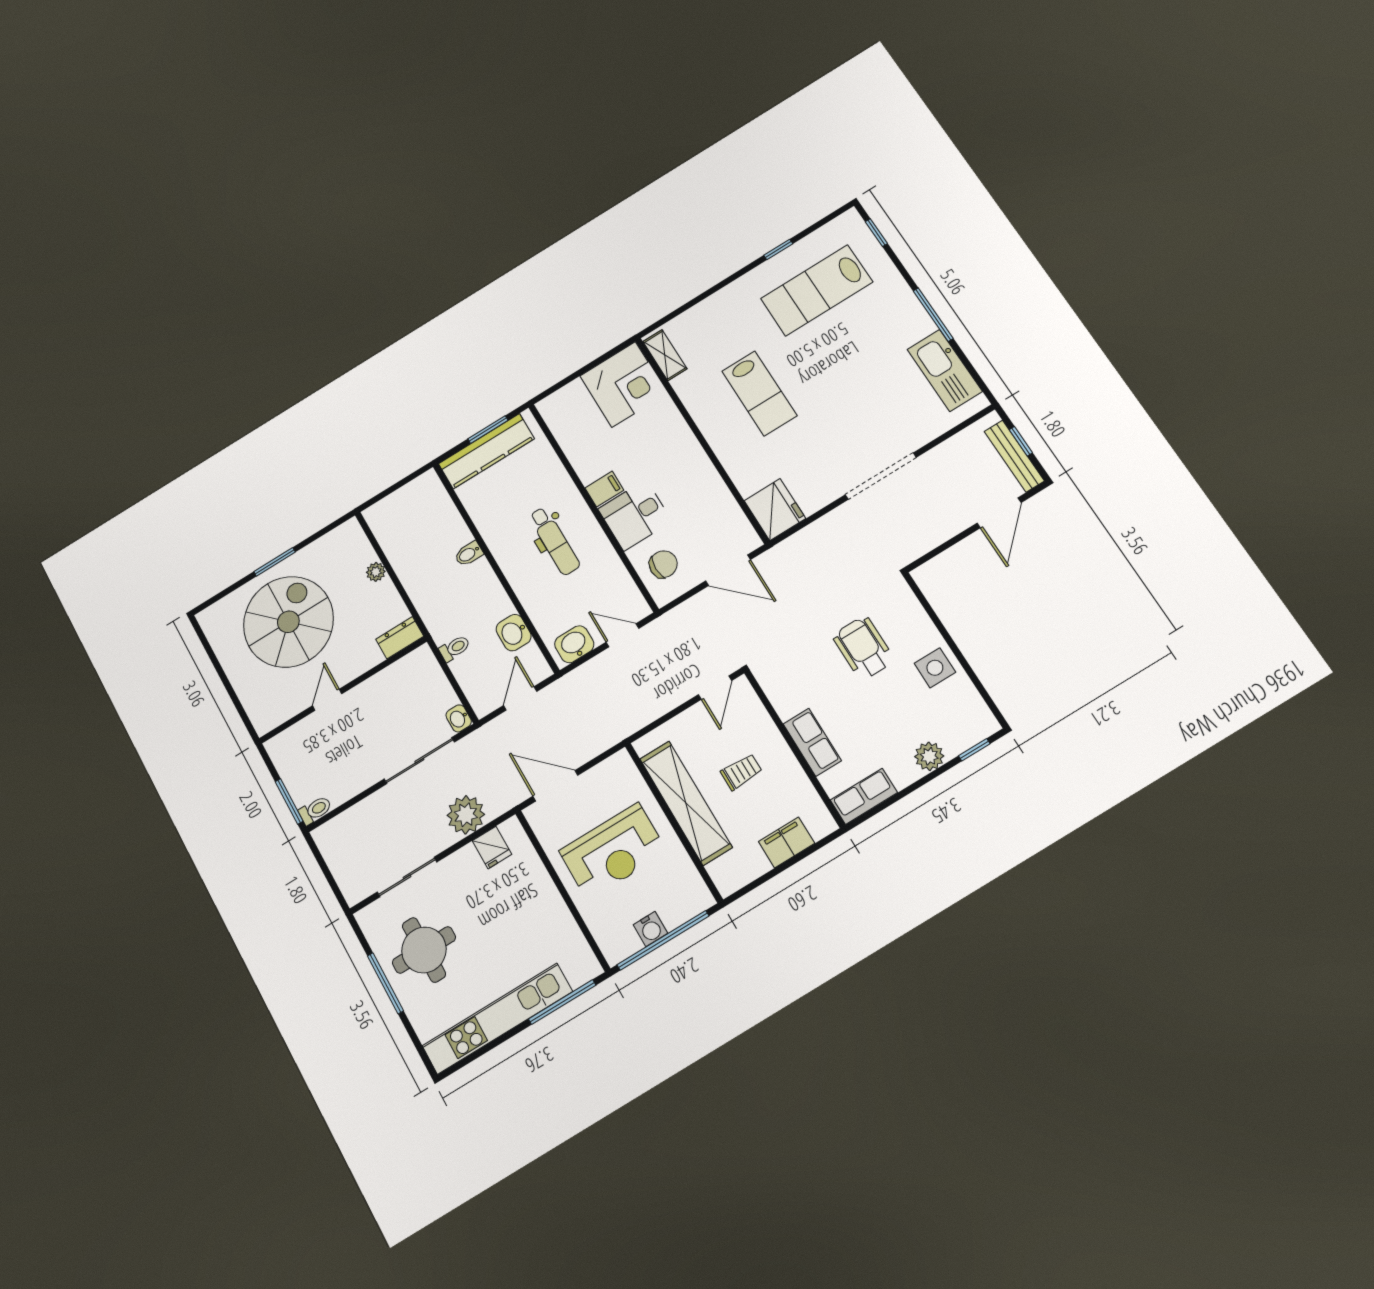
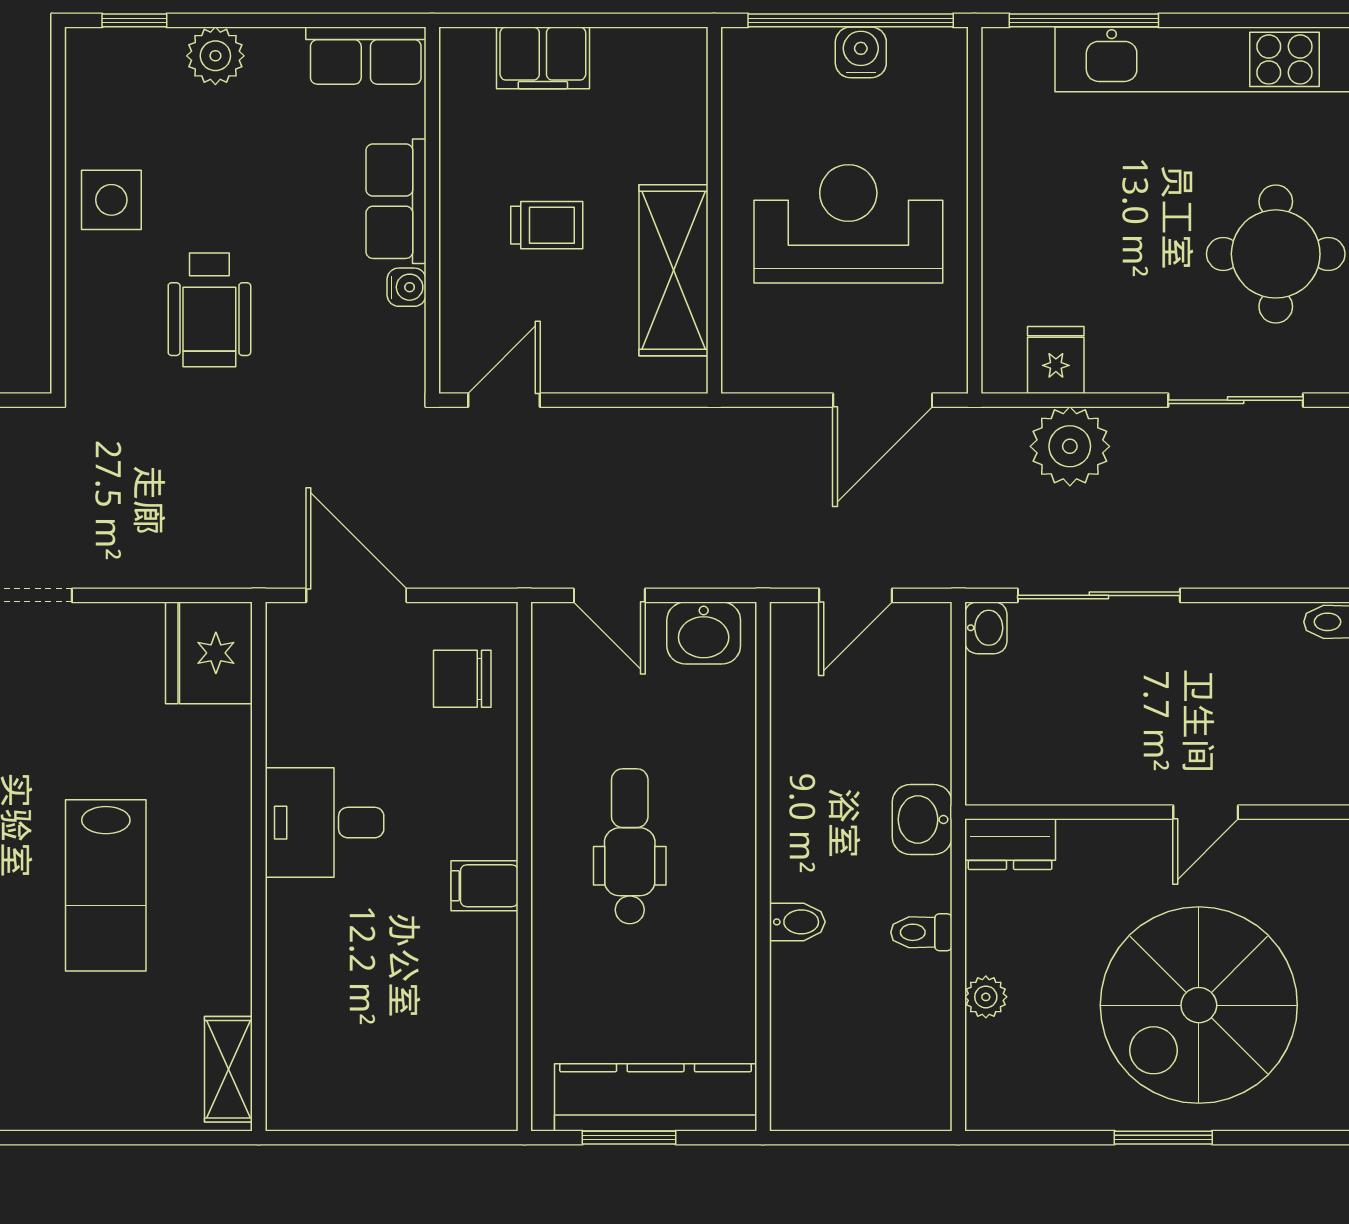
corner desk: (624, 384) -> (335, 1062), removed
lab bench: (759, 393) -> (106, 885), turned 180
desk: (635, 515) -> (325, 823), moved, turned 180
washbasin: (514, 633) -> (922, 819), moved, turned 180
toilet: (455, 648) -> (921, 932), moved
water cooler: (785, 709) -> (406, 287), added
trolley: (741, 772) -> (547, 225), turned 180
door: (555, 786) -> (883, 400), hinge flipped
shelving: (686, 803) -> (673, 270), width x0.68

